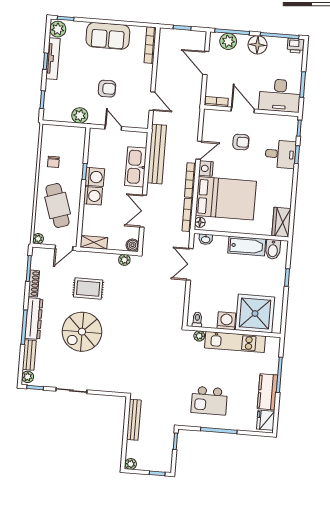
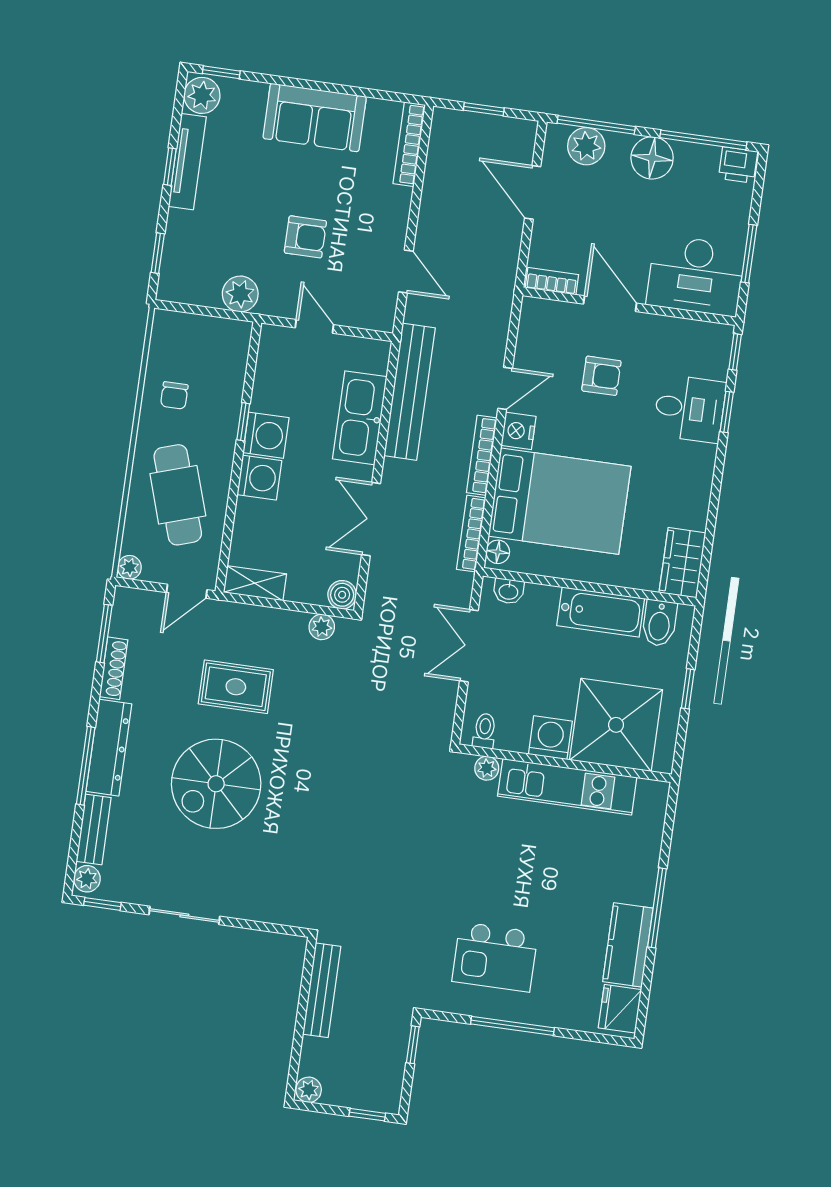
shower: (255, 313) -> (616, 725), moved
toilet: (197, 320) -> (485, 731), moved
washing machine: (226, 321) -> (550, 738), moved
wall: (233, 332) -> (565, 763), moved
plant: (199, 336) -> (487, 768), moved
kitchen unit: (235, 342) -> (567, 787), moved

